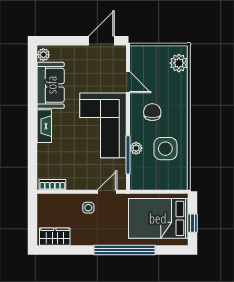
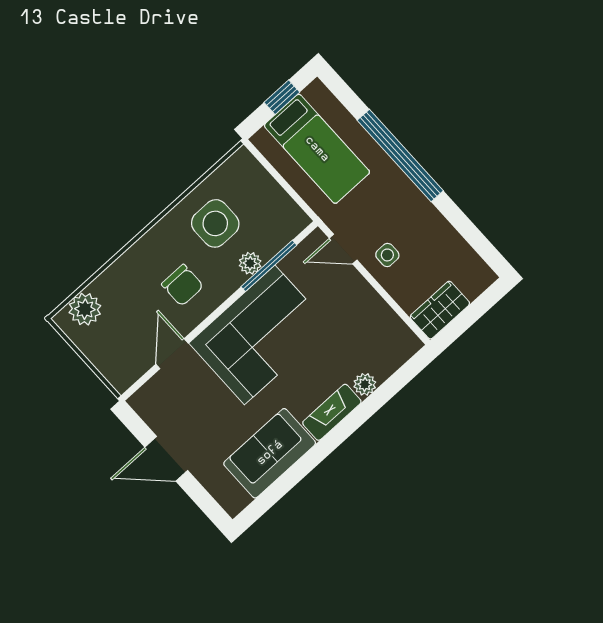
door: (101, 41) -> (166, 459), moved
plant: (43, 55) -> (365, 384), moved
chair: (152, 112) -> (183, 285), turned -90
bookcase: (52, 185) -> (400, 331), removed
bed: (158, 218) -> (317, 149), width x0.67
wardrobe: (55, 237) -> (440, 310), moved, turned 90

